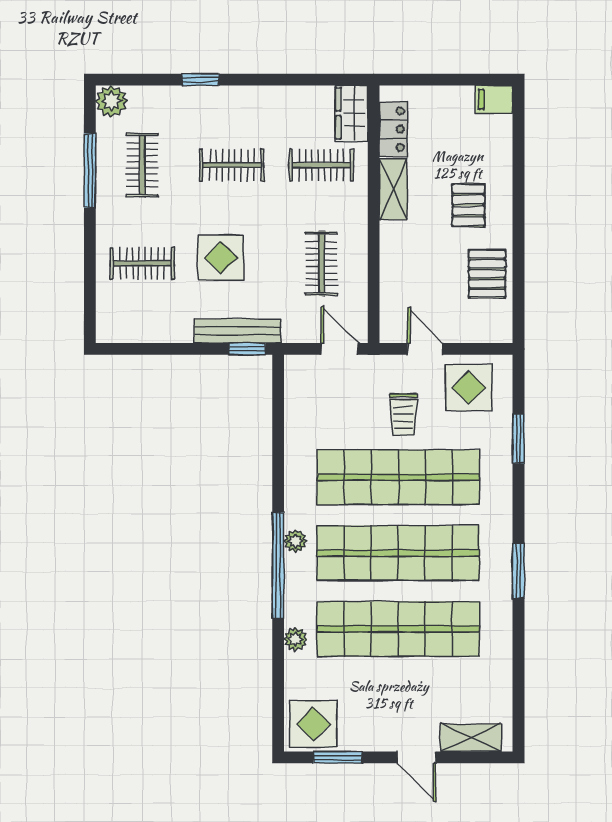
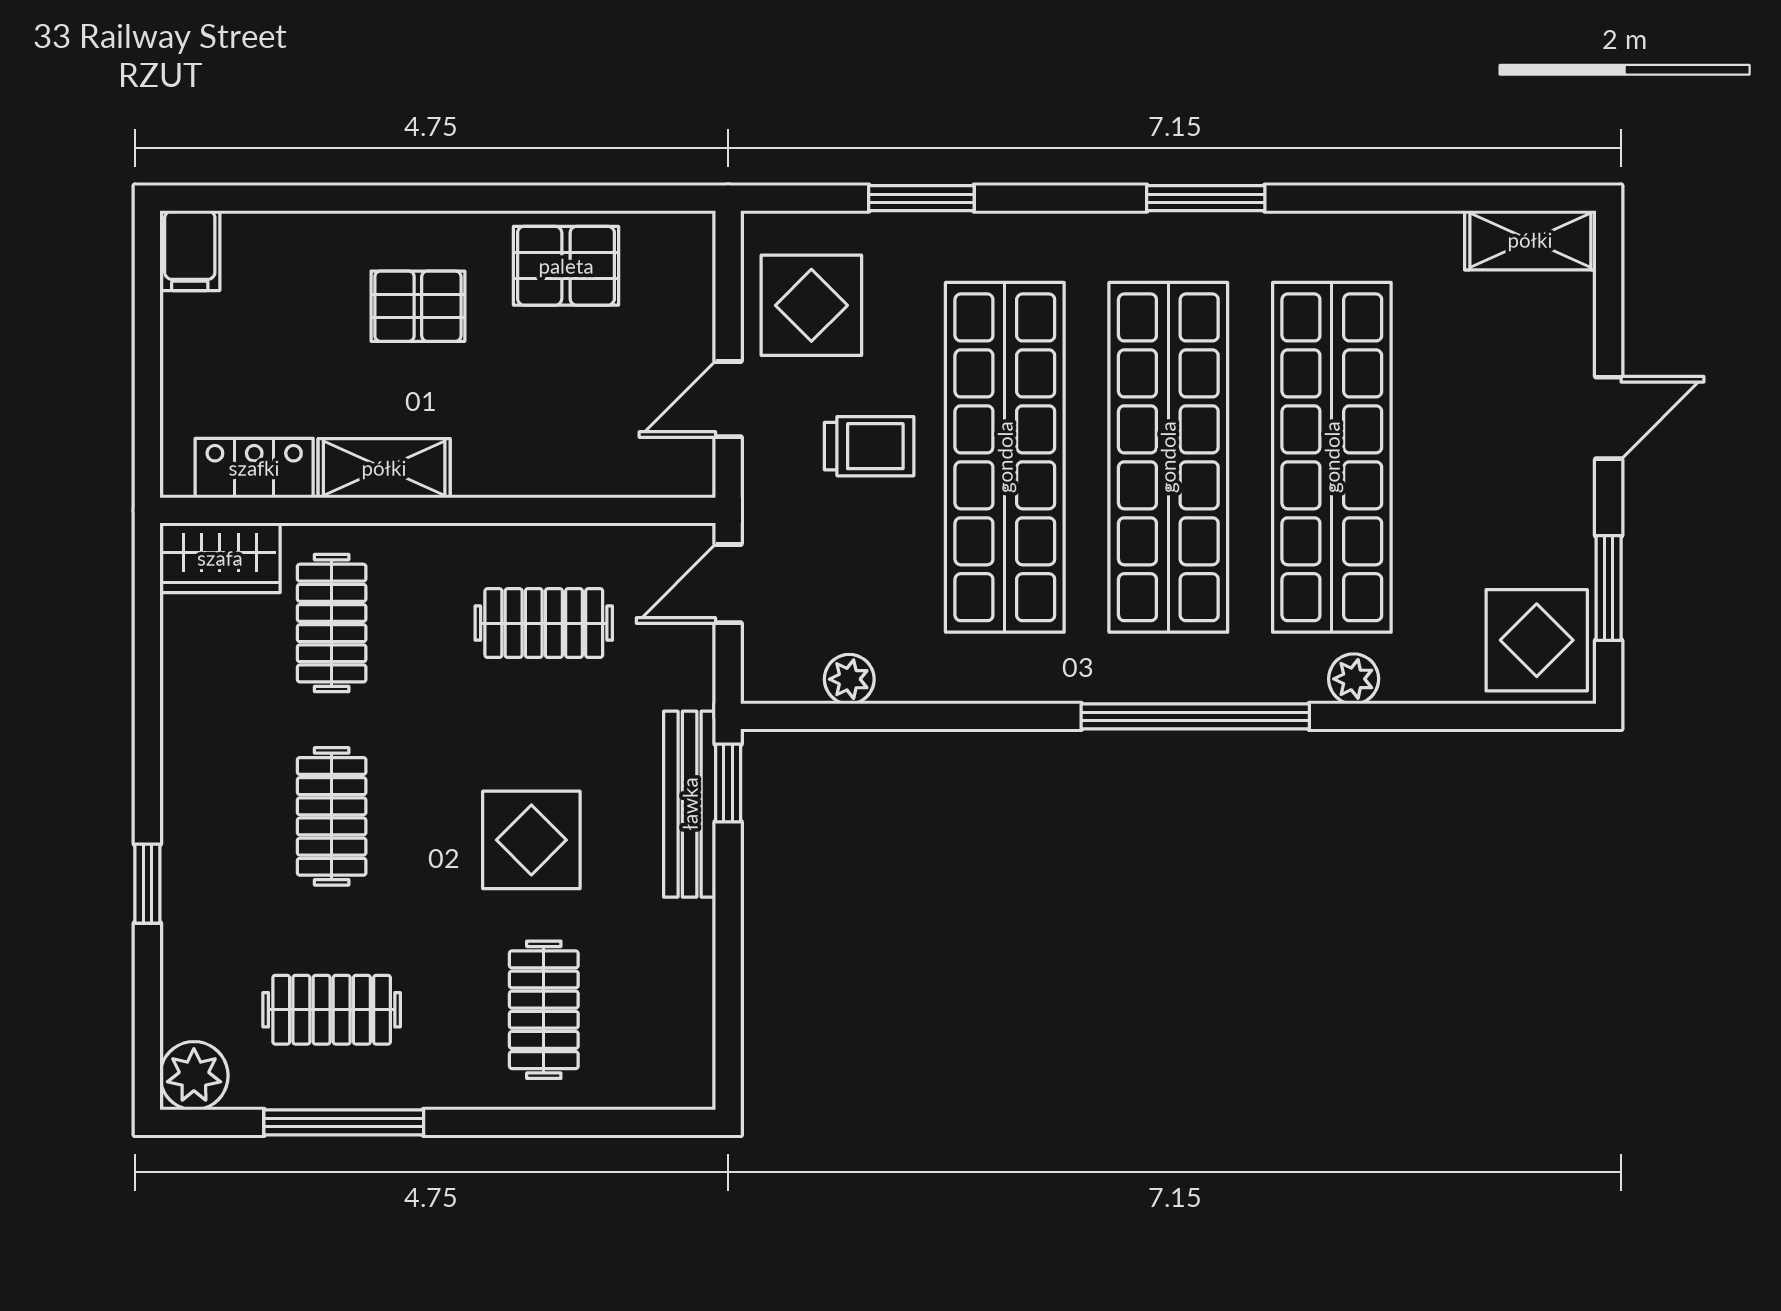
plant: (295, 541) -> (849, 679), moved
shelving: (471, 738) -> (1530, 240), moved, turned 90

